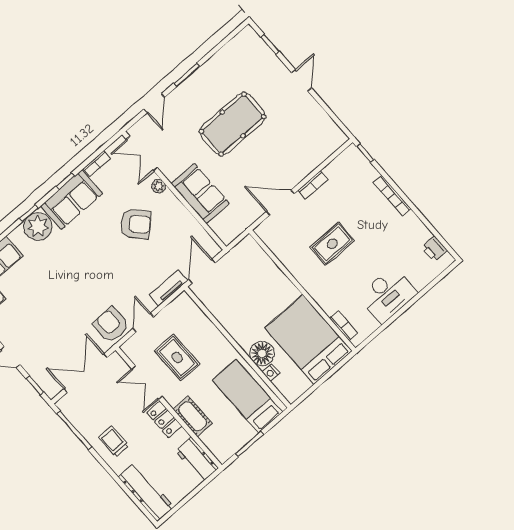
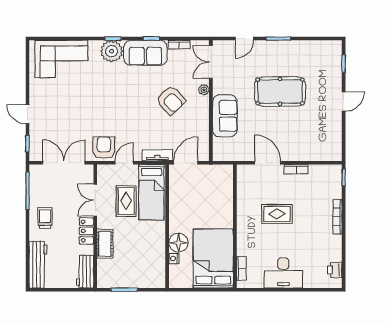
bed: (247, 396) -> (152, 192), moved, turned 180

